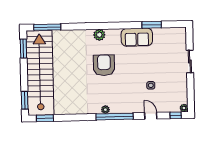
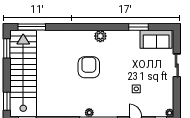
plant: (99, 35) -> (100, 36), moved
sofa: (137, 37) -> (156, 39), moved

